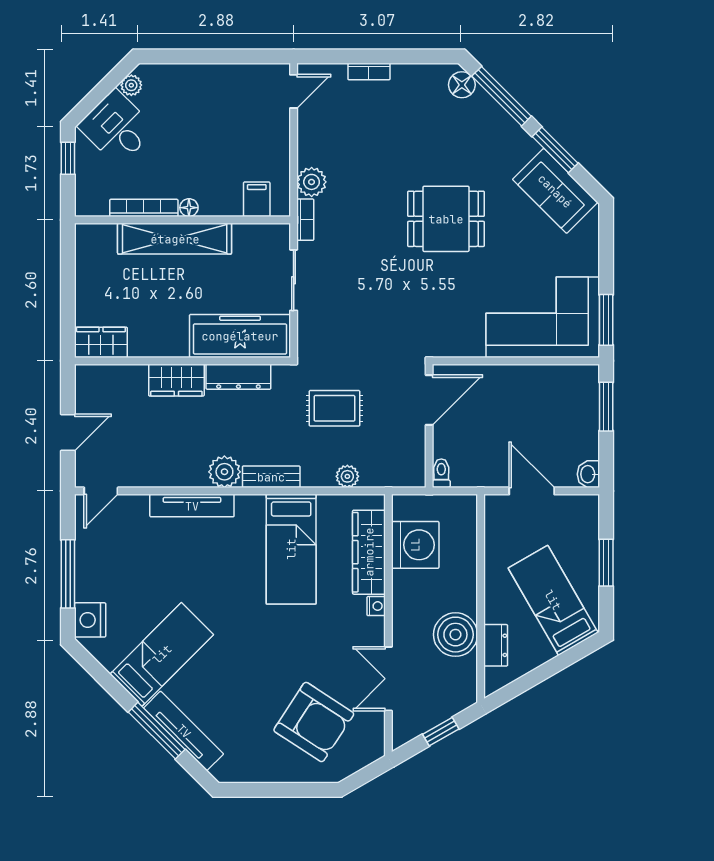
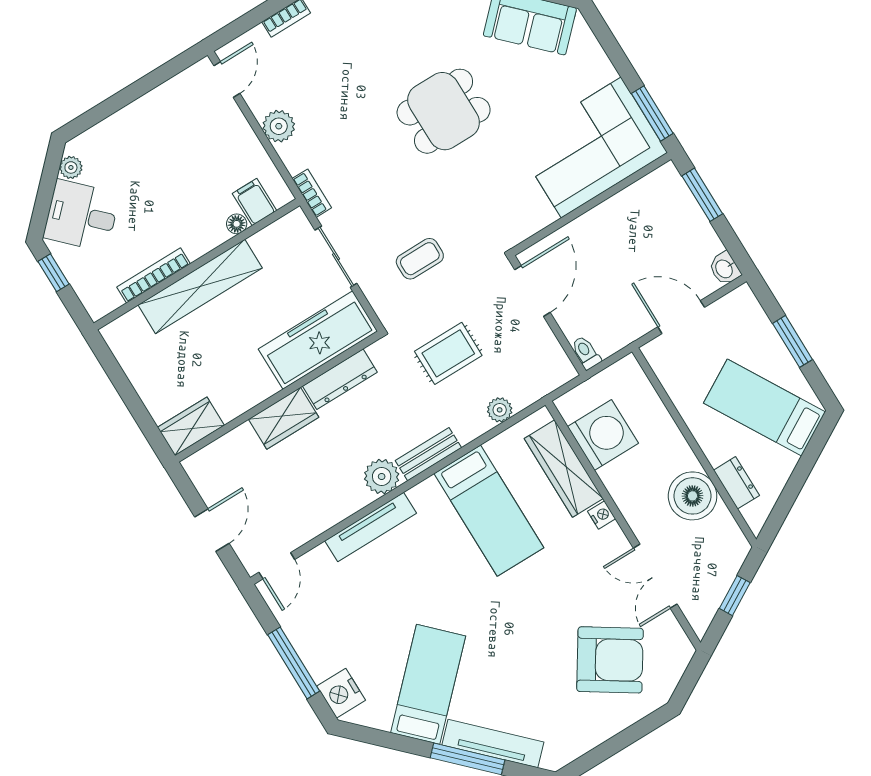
plant: (312, 182) -> (279, 126), moved
floor lamp: (189, 208) -> (237, 224), moved
coffee table: (358, 322) -> (420, 259), added

